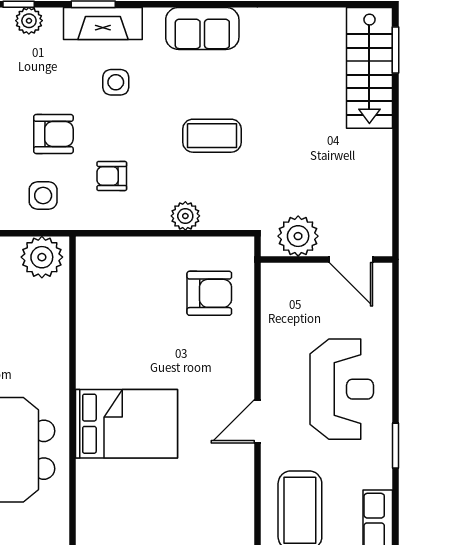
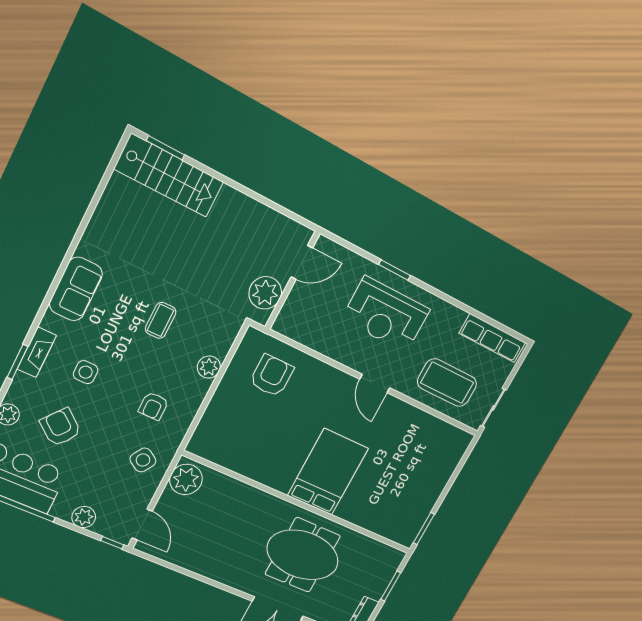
fireplace: (103, 23) -> (37, 352), width x0.73, depth x0.76
armchair: (53, 134) -> (60, 427), moved, turned -51
coffee table: (212, 136) -> (161, 320), width x0.73, depth x0.77
side table: (43, 196) -> (143, 460), turned 32
reception desk: (342, 389) -> (386, 315), turned 180
window: (395, 446) -> (395, 270), moved

